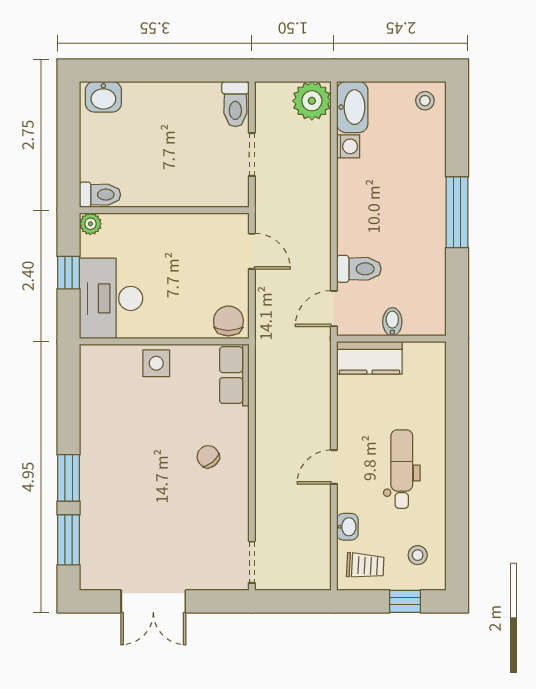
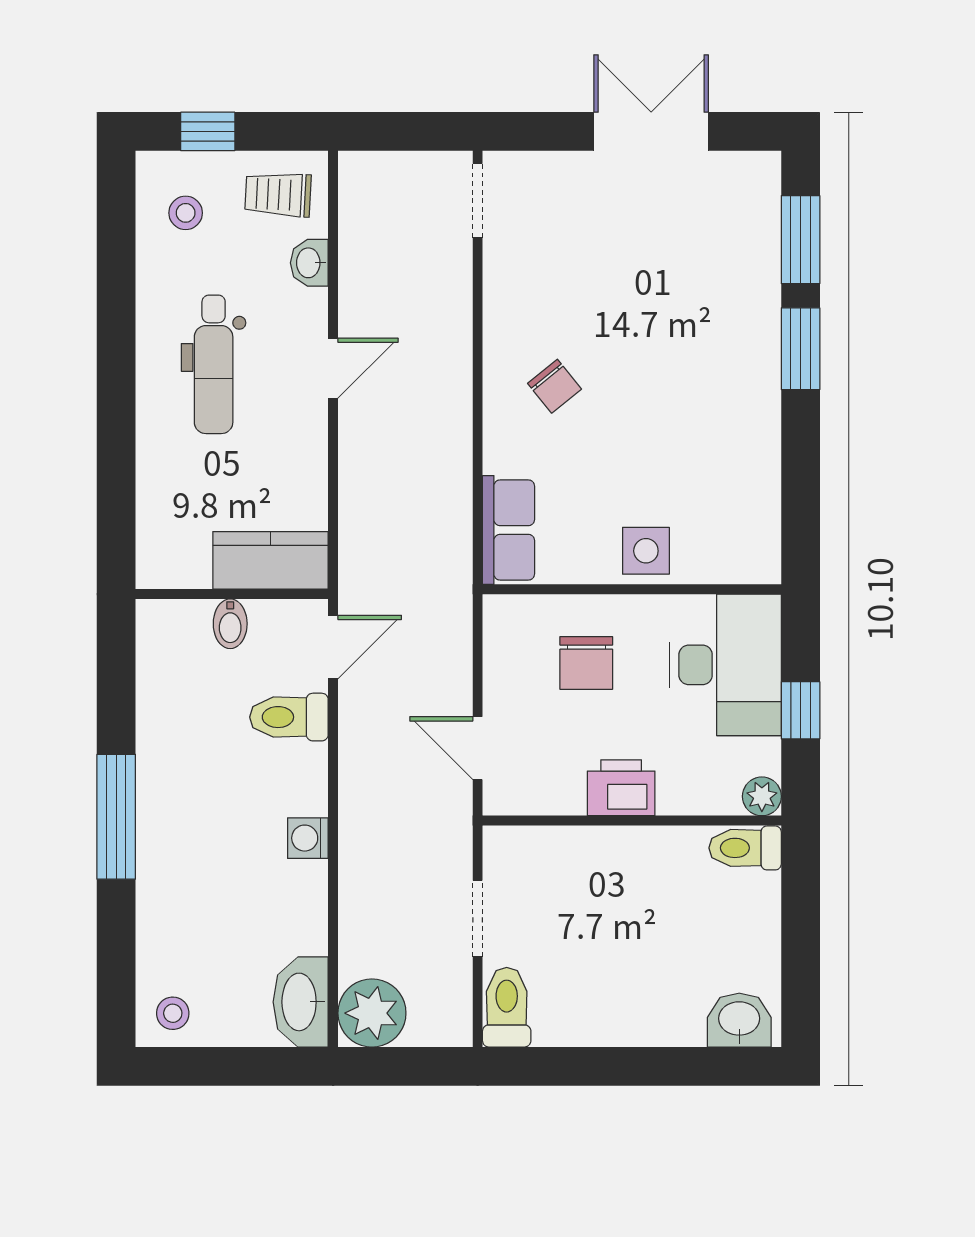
washing machine: (348, 146) -> (308, 838), moved
printer: (170, 229) -> (621, 788), added
chair: (228, 321) -> (586, 663), moved

